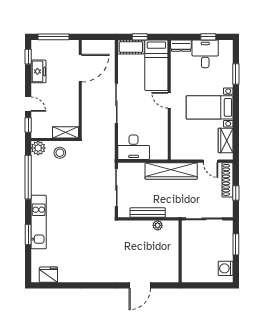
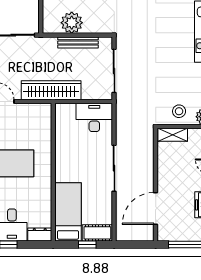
door: (169, 100) -> (53, 172), removed
plant: (158, 225) -> (72, 23), width x1.88, depth x1.88

